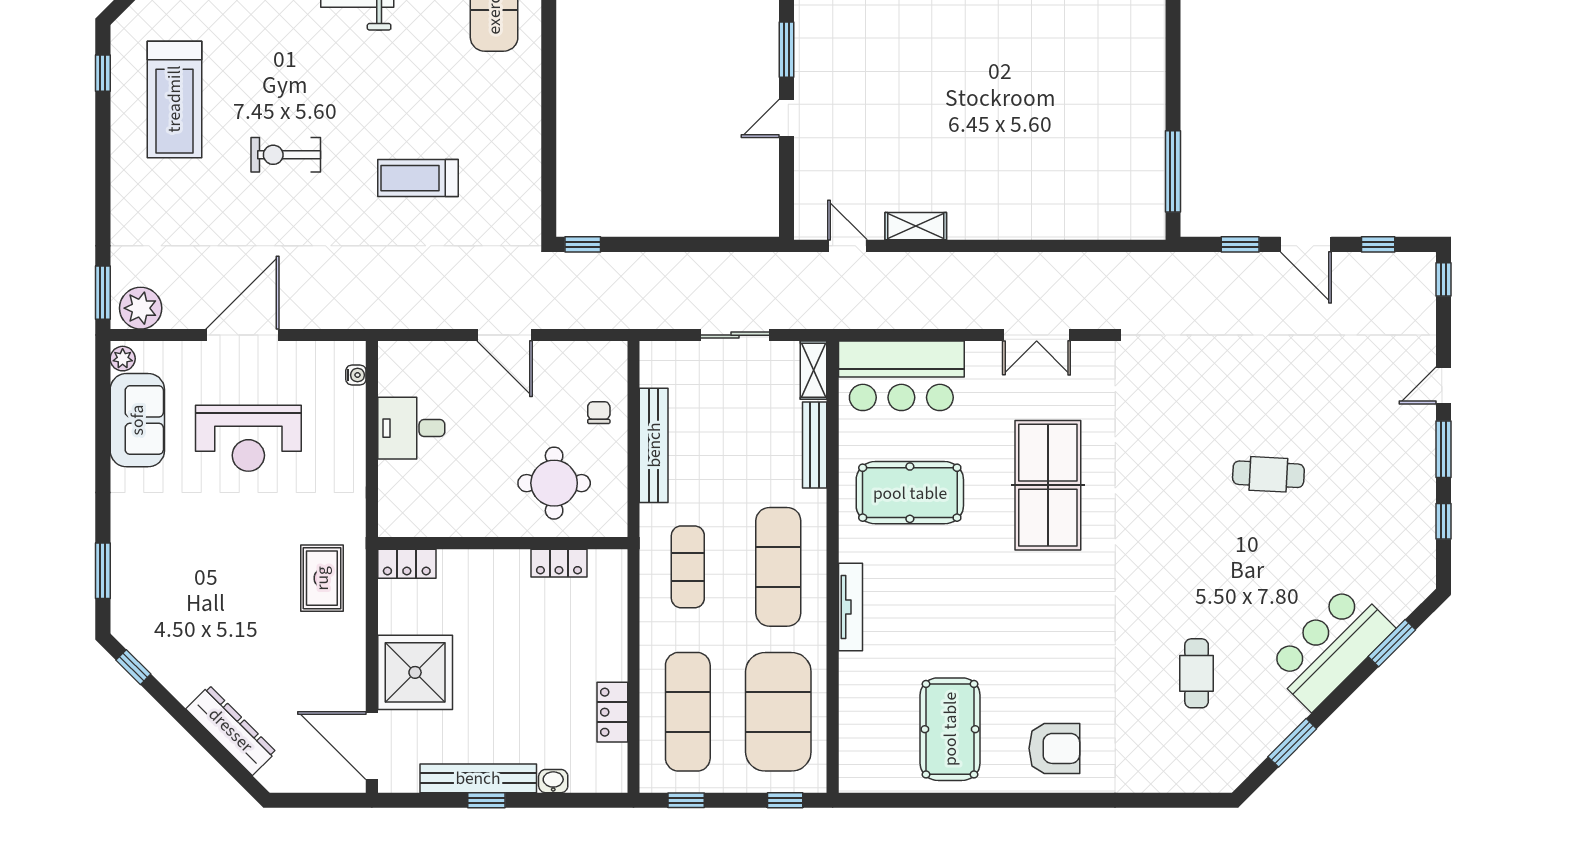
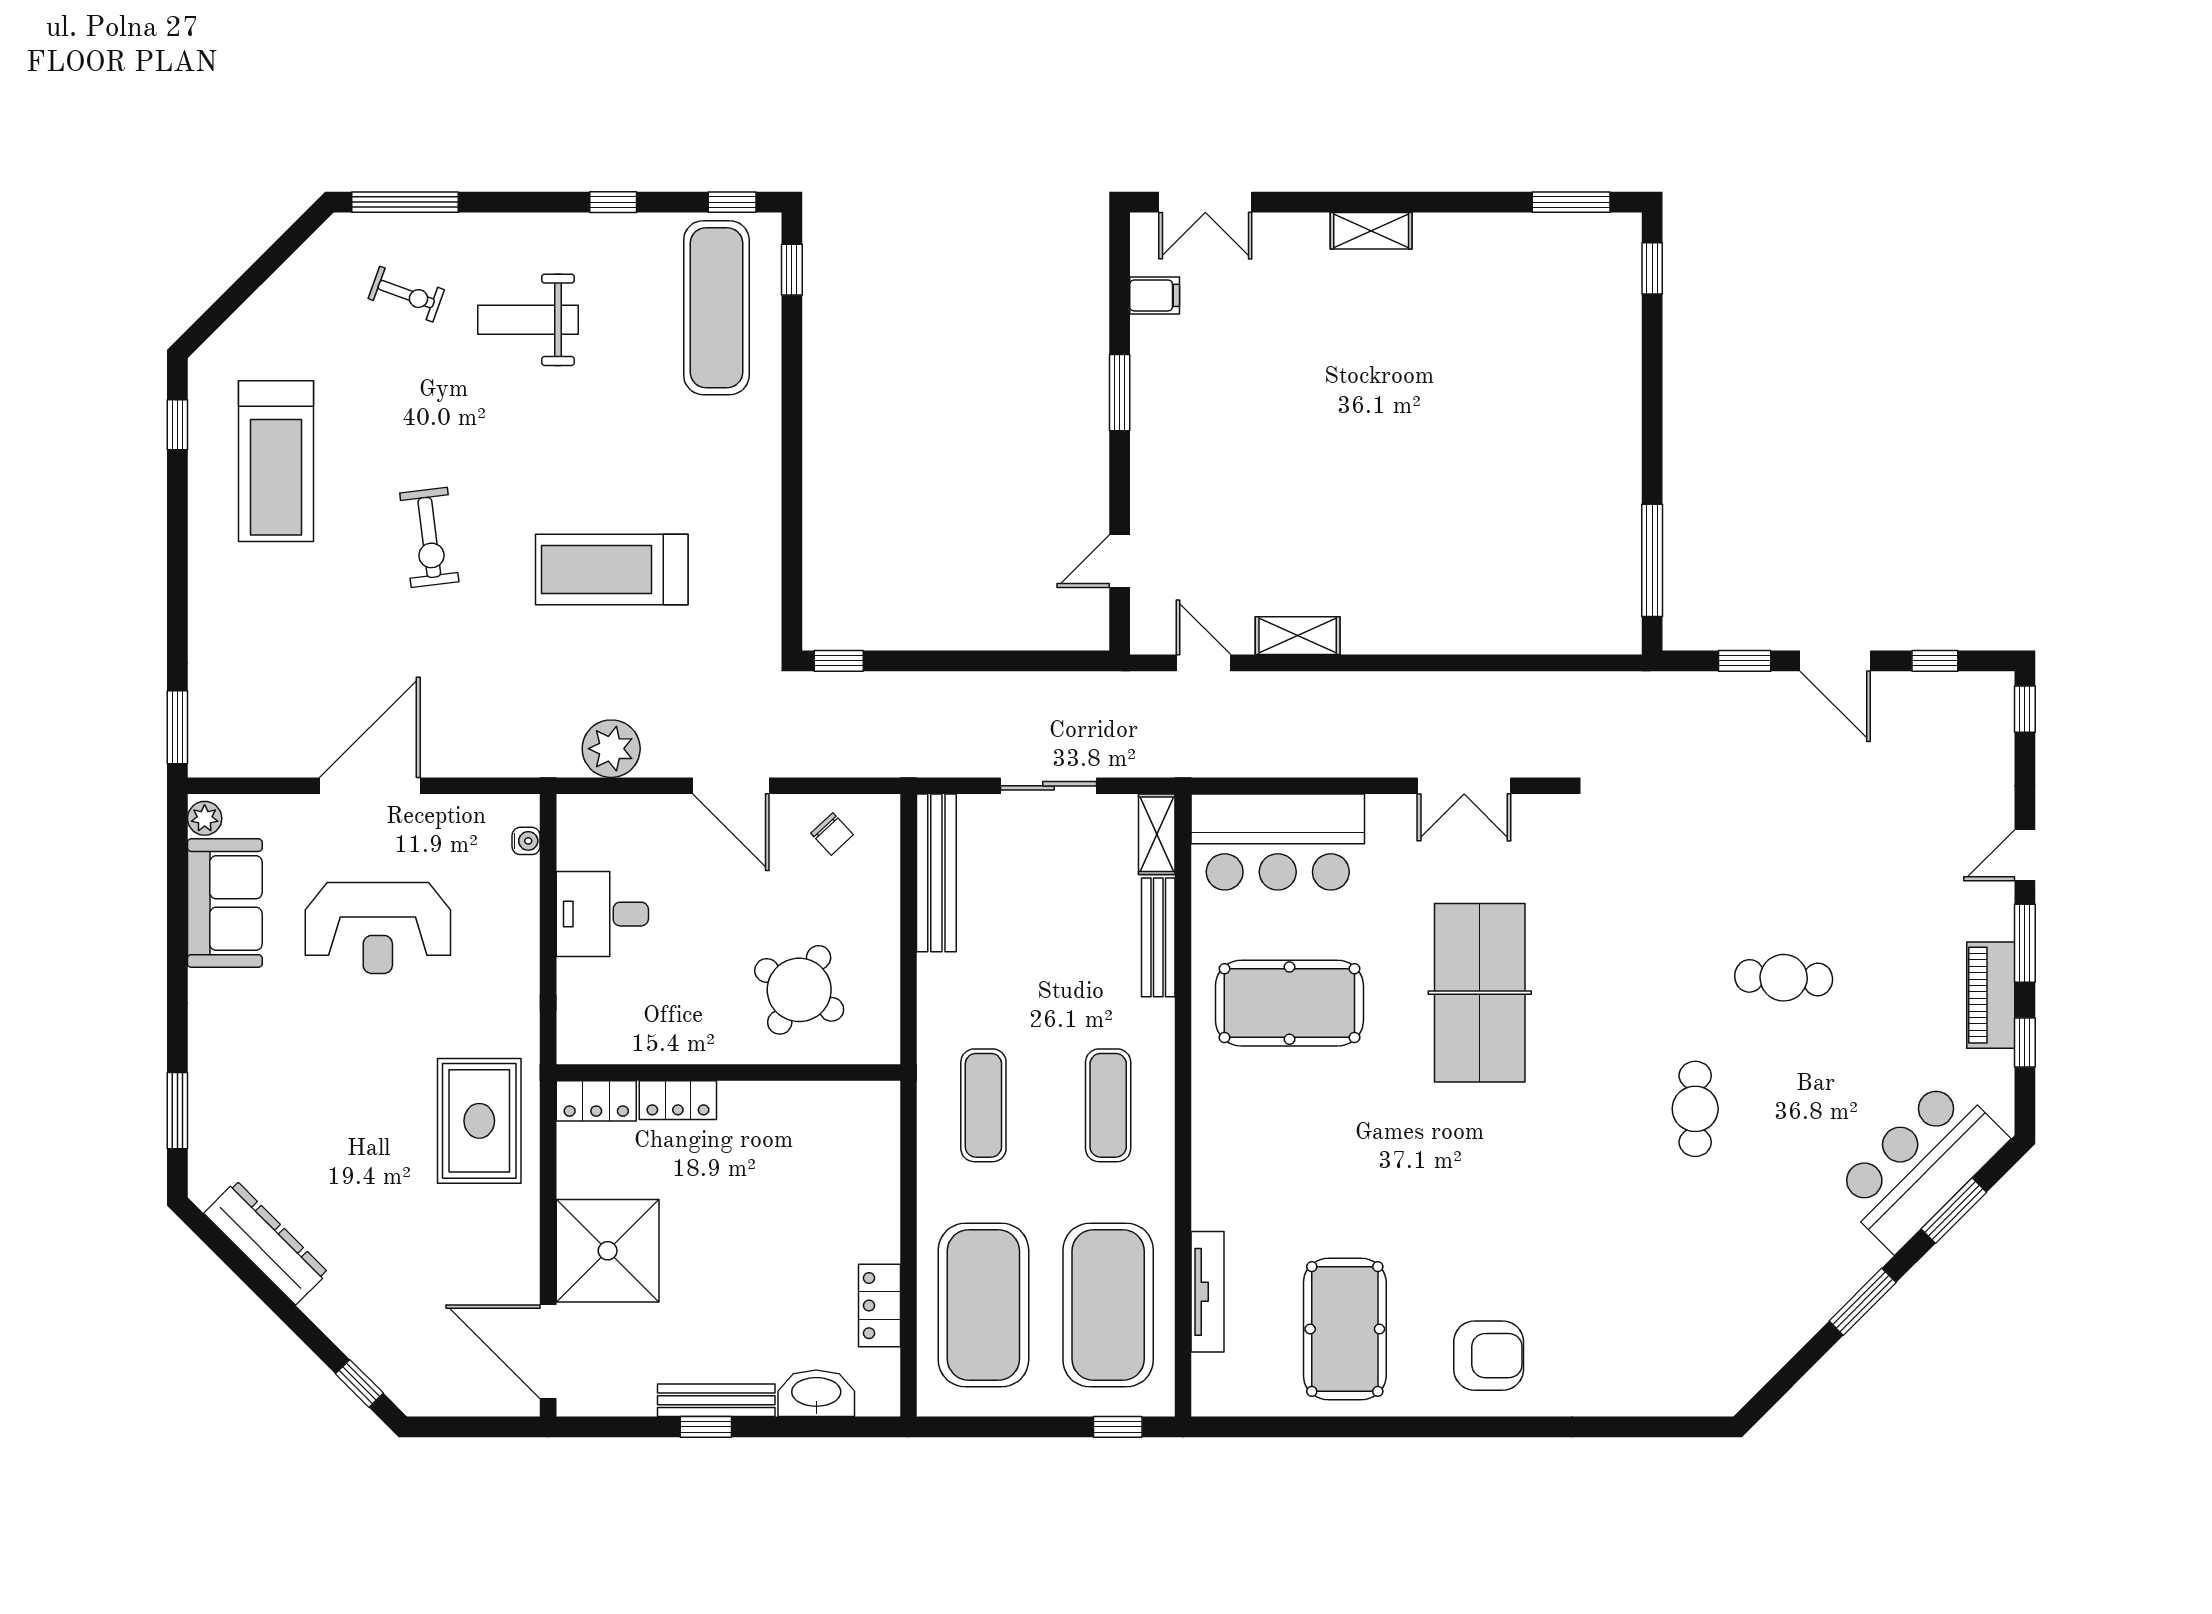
door: (787, 118) -> (1120, 561), moved
exercise bike: (286, 155) -> (429, 537), turned -97
treadmill: (418, 178) -> (612, 570), width x1.37, depth x1.38
plant: (141, 308) -> (611, 749), moved
chair: (599, 413) -> (832, 834), moved, turned 137
bench: (654, 445) -> (936, 873), moved
round table: (554, 483) -> (799, 990), turned 31
piano: (1419, 487) -> (1991, 995), added
locker: (559, 563) -> (678, 1100), moved
exercise mat: (778, 567) -> (1108, 1105), width x0.73, depth x0.69
rug: (322, 578) -> (479, 1121), width x1.36, depth x1.43
tv unit: (850, 607) -> (1208, 1292), moved
bar counter: (1330, 647) -> (1920, 1165), moved
window: (133, 667) -> (359, 1383), moved
cafe table: (1197, 673) -> (1695, 1109), moved
exercise mat: (688, 712) -> (983, 1305), width x1.47
dresser: (231, 730) -> (266, 1243), moved
window: (1292, 743) -> (1863, 1302), moved
bench: (478, 778) -> (716, 1400), width x0.73, depth x0.82
washbasin: (553, 781) -> (816, 1393), width x1.91, depth x1.45
window: (686, 800) -> (981, 1427), removed

